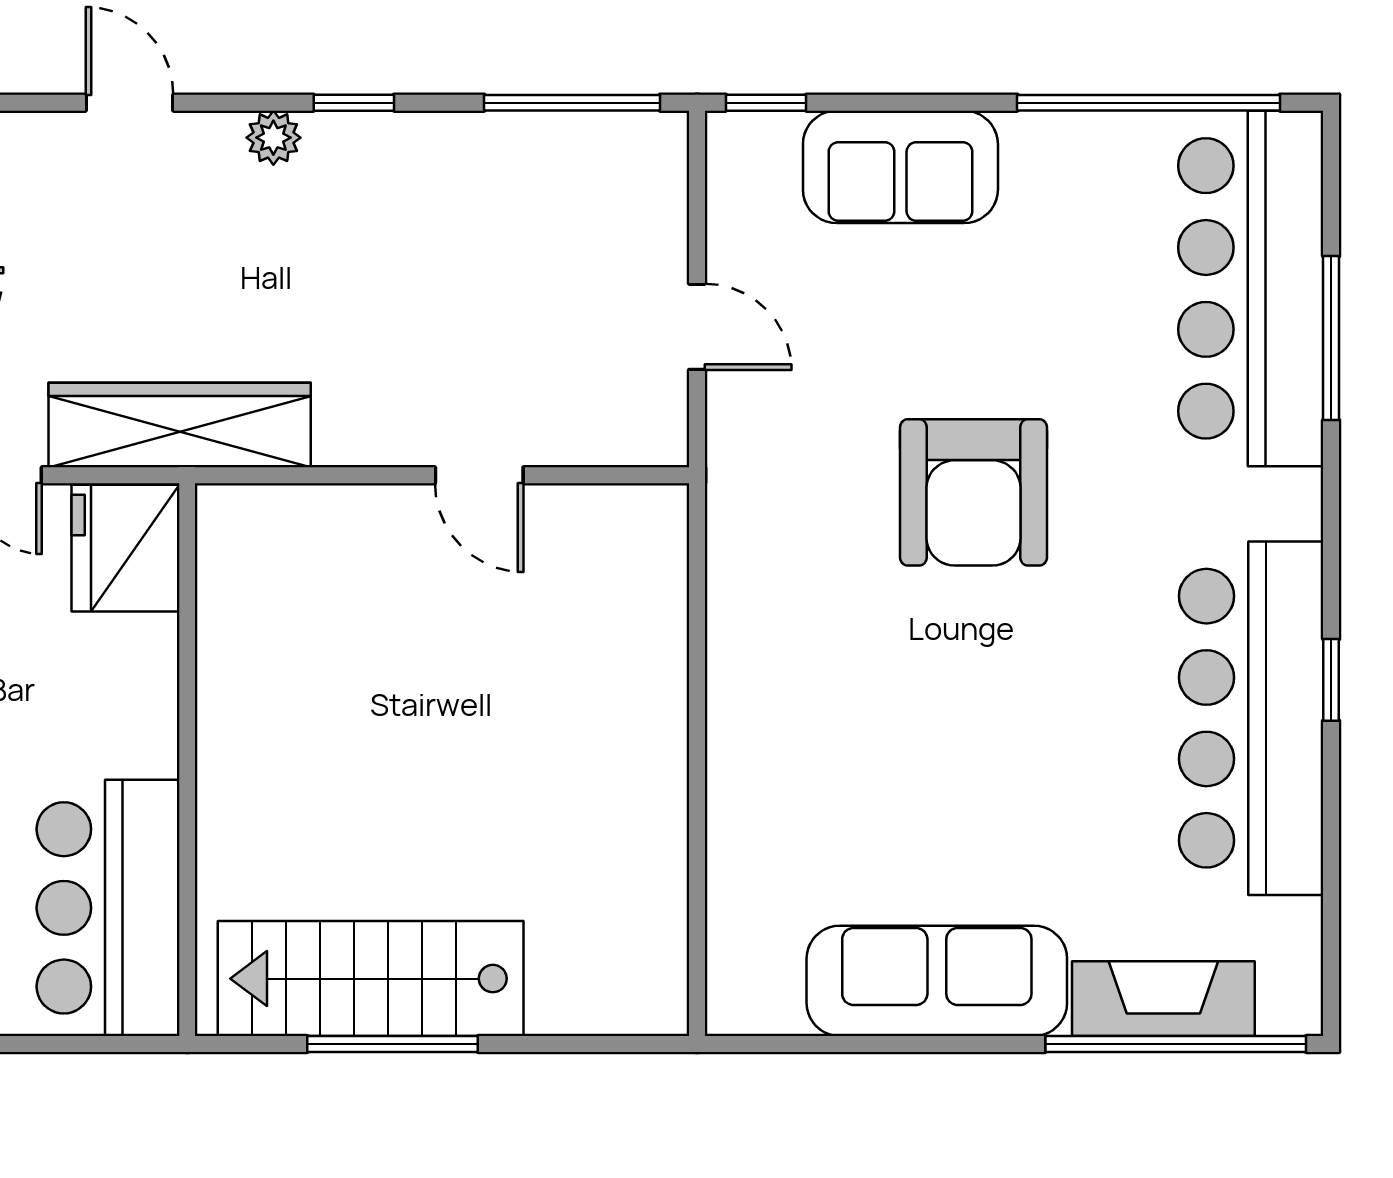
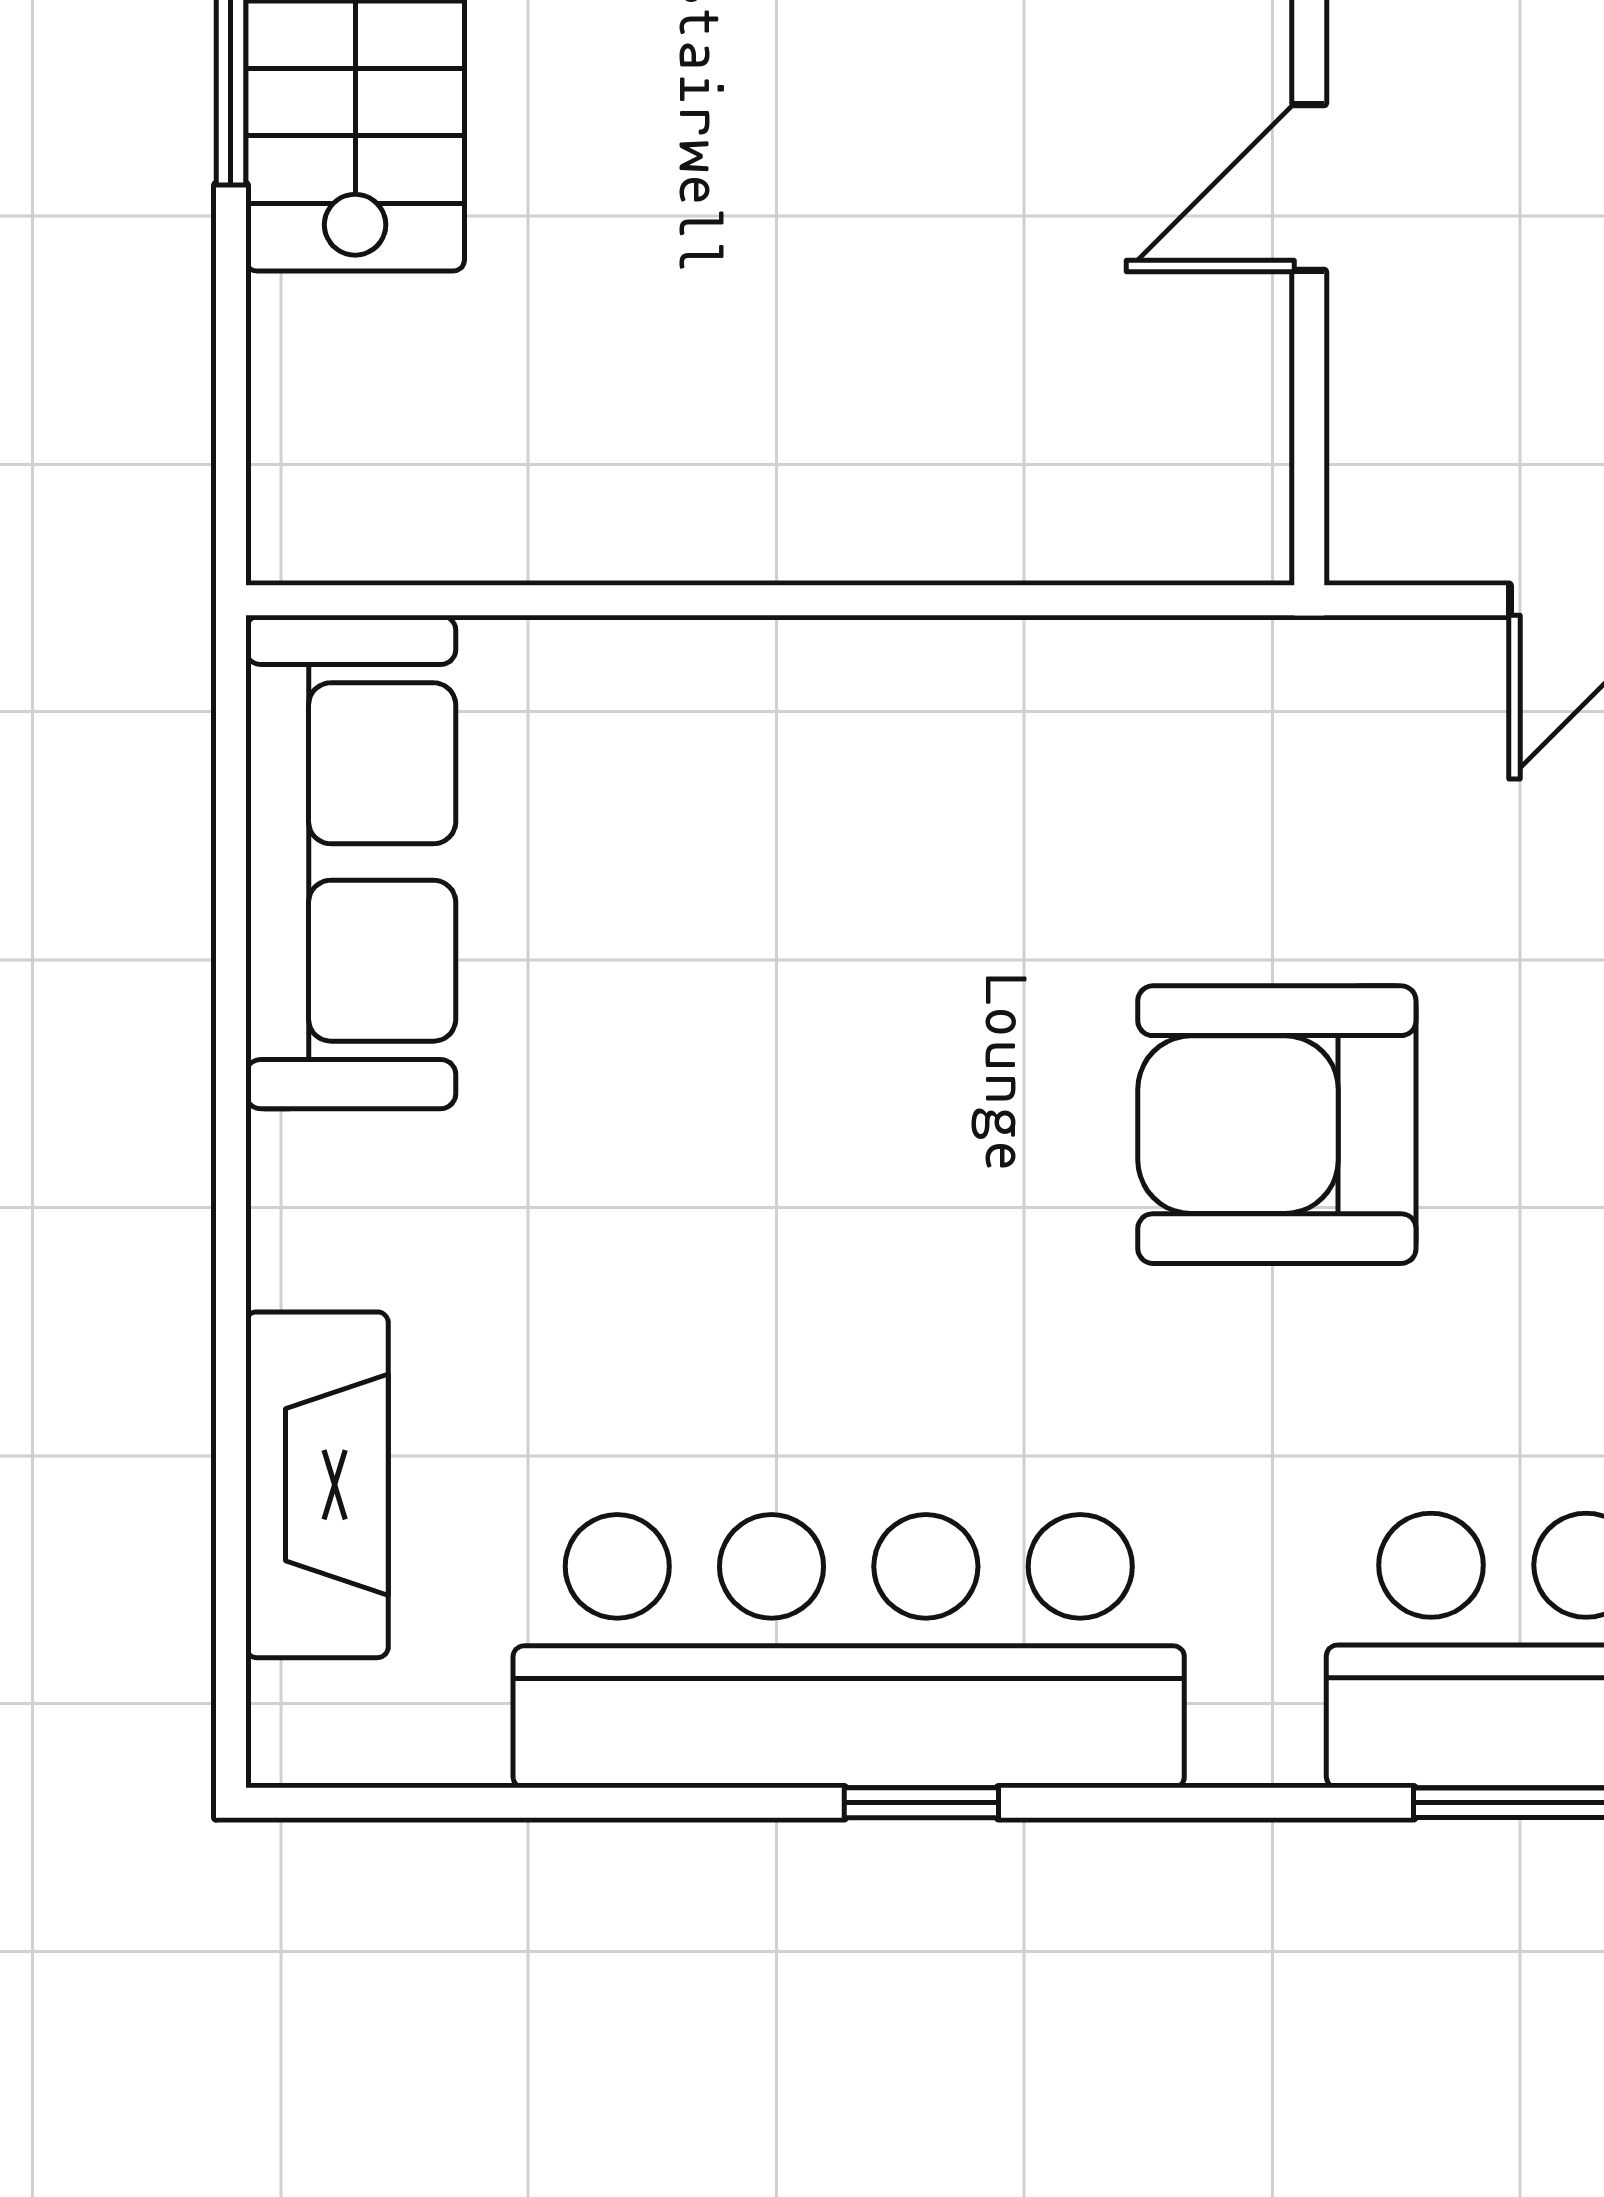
sofa: (937, 981) -> (351, 862), moved
window: (1176, 1044) -> (231, 1508), removed

